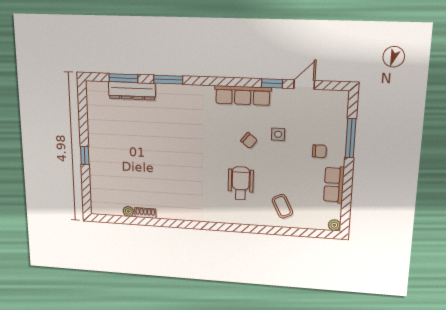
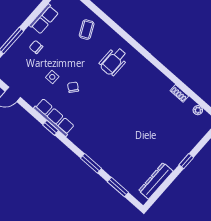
window: (272, 83) -> (51, 128), moved
dresser: (132, 91) -> (156, 181), moved, turned -90
wheelchair: (241, 183) -> (114, 61), moved
plant: (128, 211) -> (198, 110), moved

